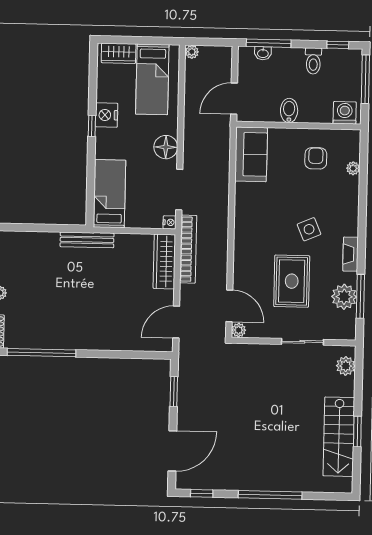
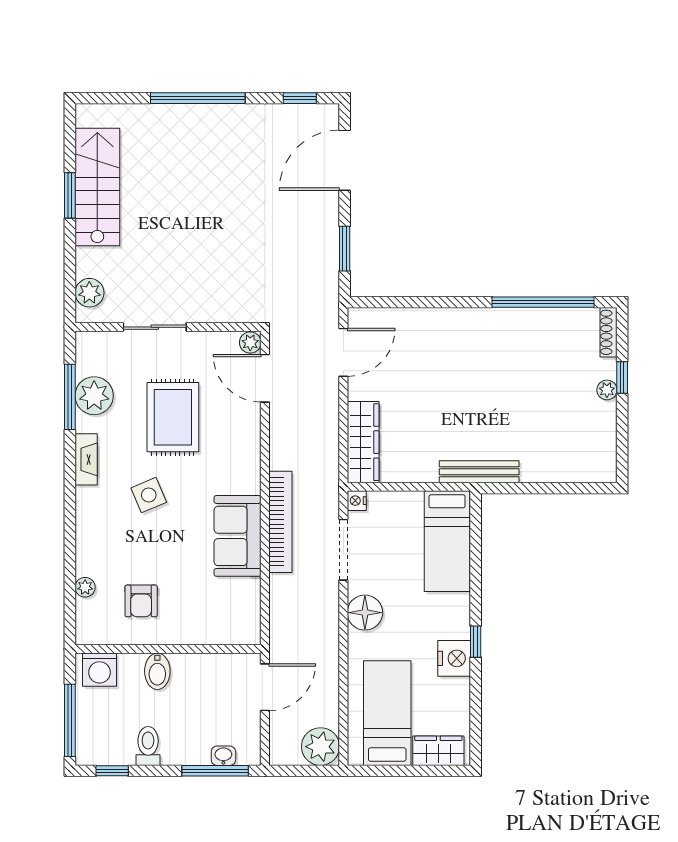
plant: (192, 52) -> (321, 747), width x1.88, depth x1.88
bidet: (289, 111) -> (157, 671), moved
sofa: (251, 154) -> (238, 536), moved
bookcase: (188, 249) -> (280, 522), moved, turned 180

